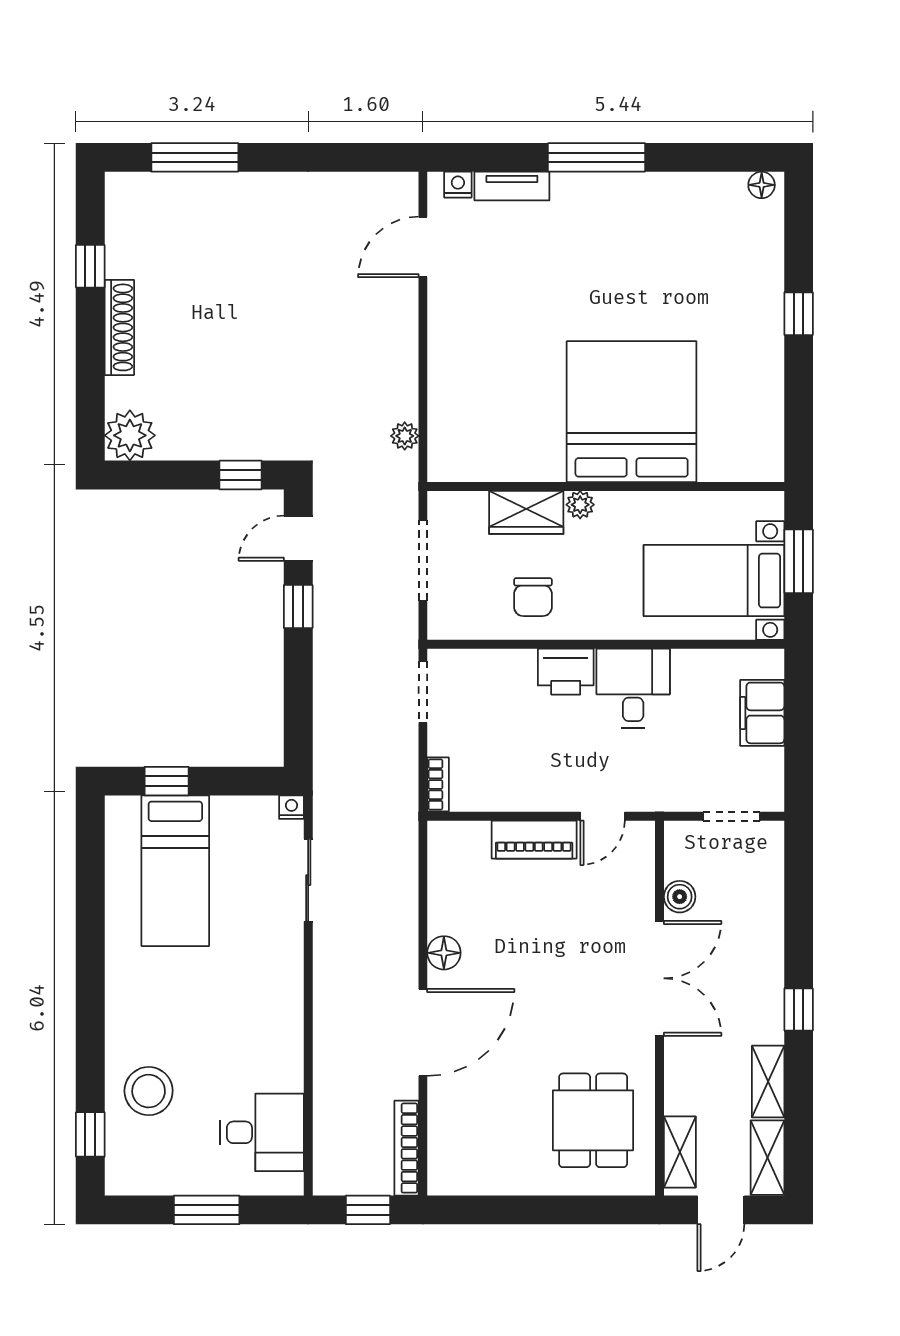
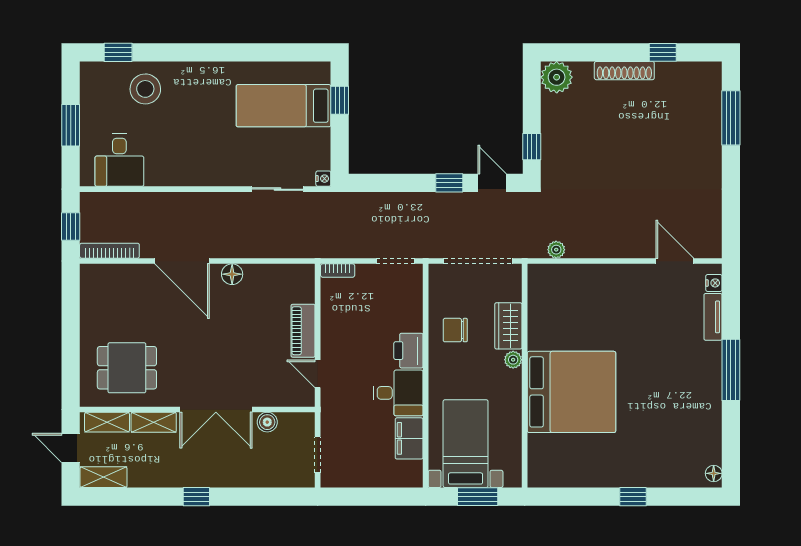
doorway: (423, 560) -> (478, 261), width x1.36
filing cabinet: (762, 713) -> (409, 438), moved, turned -90
shelving: (768, 1081) -> (154, 422), moved

